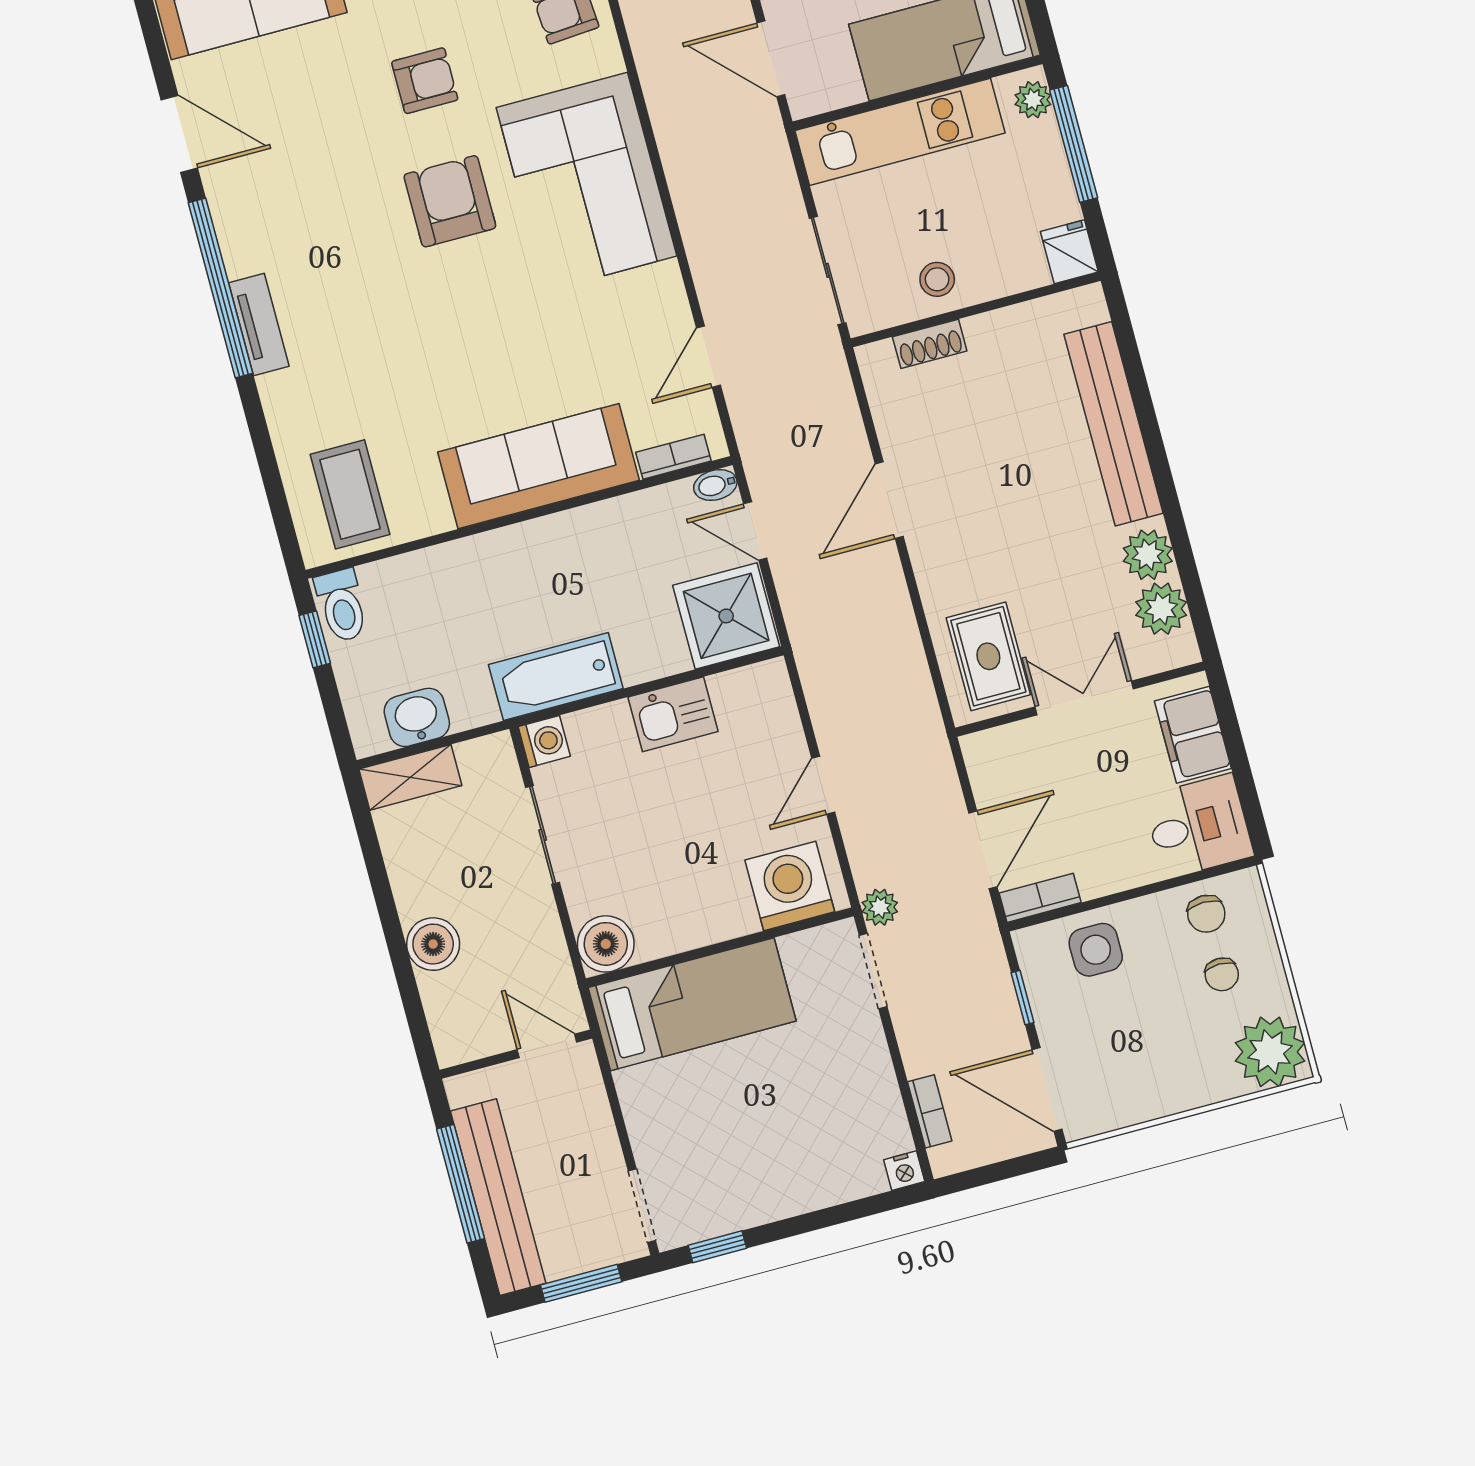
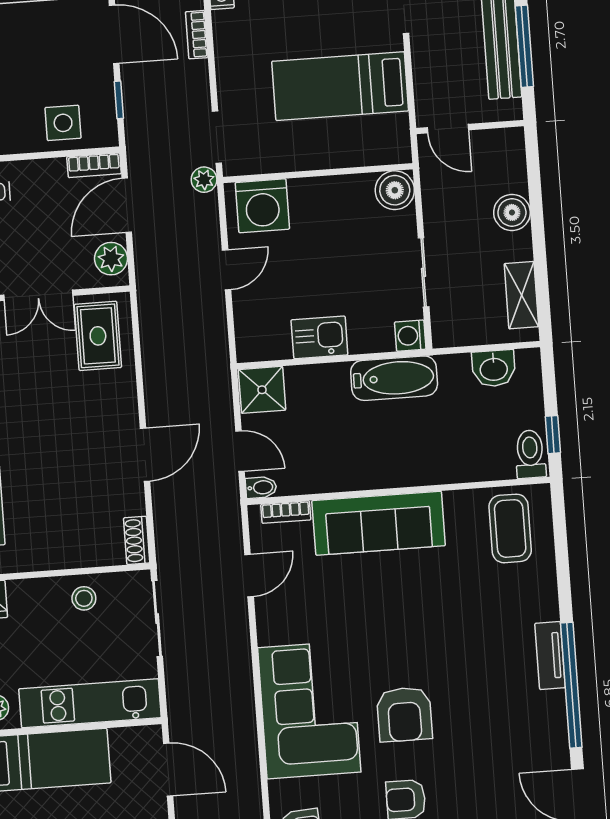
shoe rack: (930, 344) -> (137, 540), moved, turned -90
shower: (726, 616) -> (262, 390), width x0.73, depth x0.73
plant: (991, 770) -> (111, 259), added
shelving: (410, 777) -> (521, 295), moved, turned 90
bed: (692, 1004) -> (340, 86), moved

